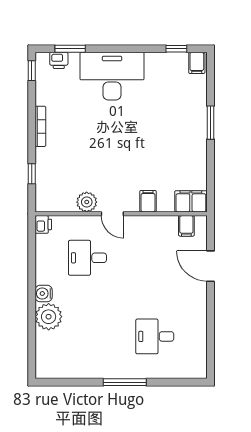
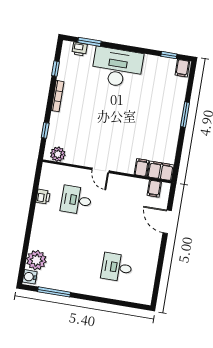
window: (32, 71) -> (56, 69), moved
filing cabinet: (148, 201) -> (142, 168), moved
plant: (87, 202) -> (58, 154), moved
printer: (43, 224) -> (43, 197), moved
water cooler: (44, 293) -> (30, 277), moved
plant: (49, 317) -> (36, 260), moved
window: (125, 382) -> (54, 292), moved

